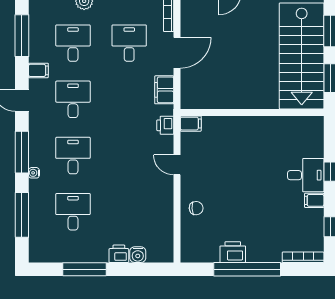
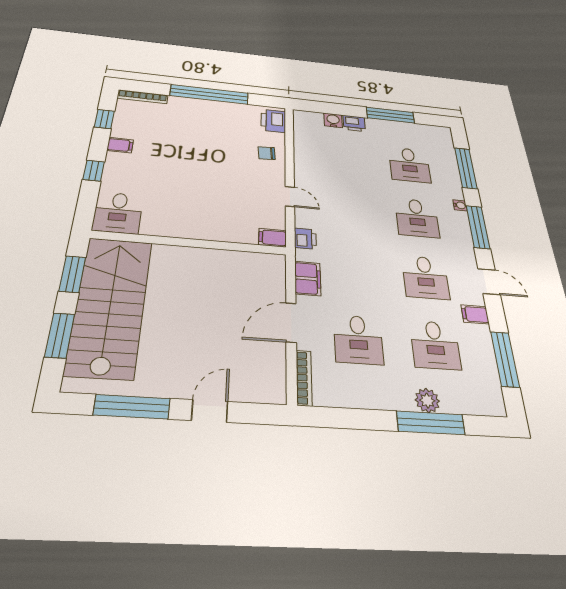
desk: (306, 175) -> (118, 213), moved, turned -90
printer: (233, 252) -> (273, 121), moved, turned 90

